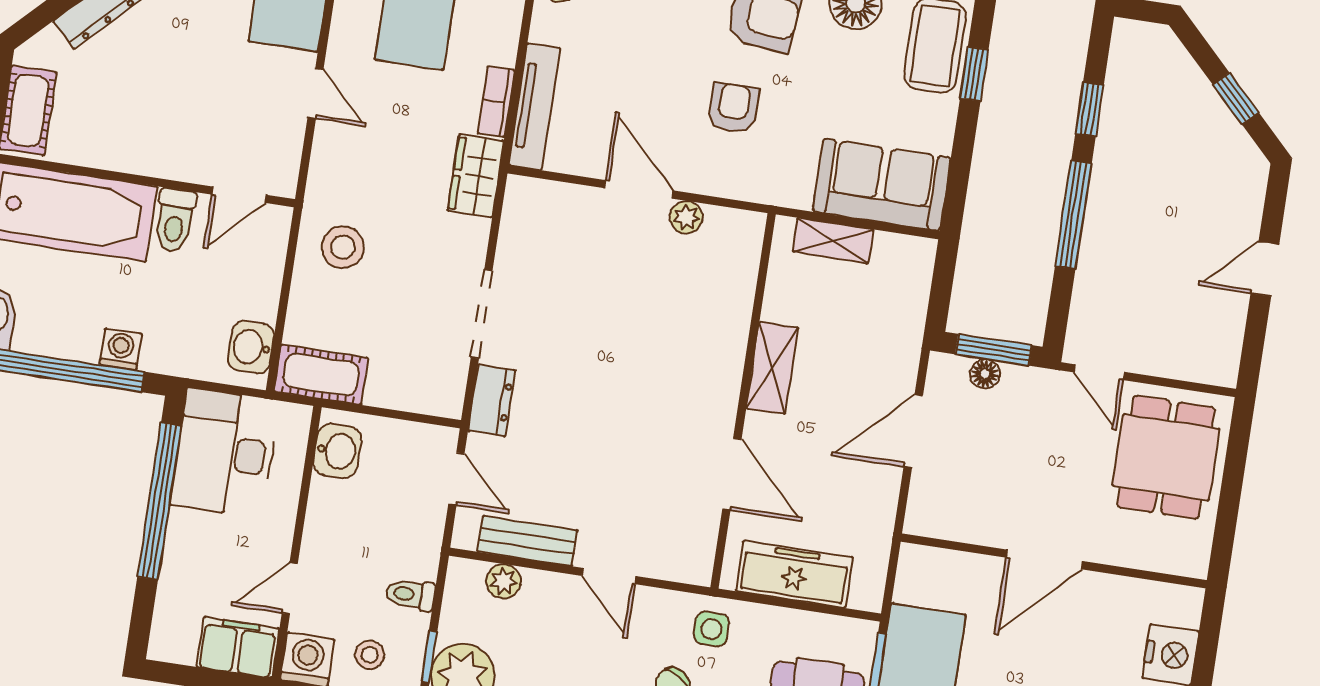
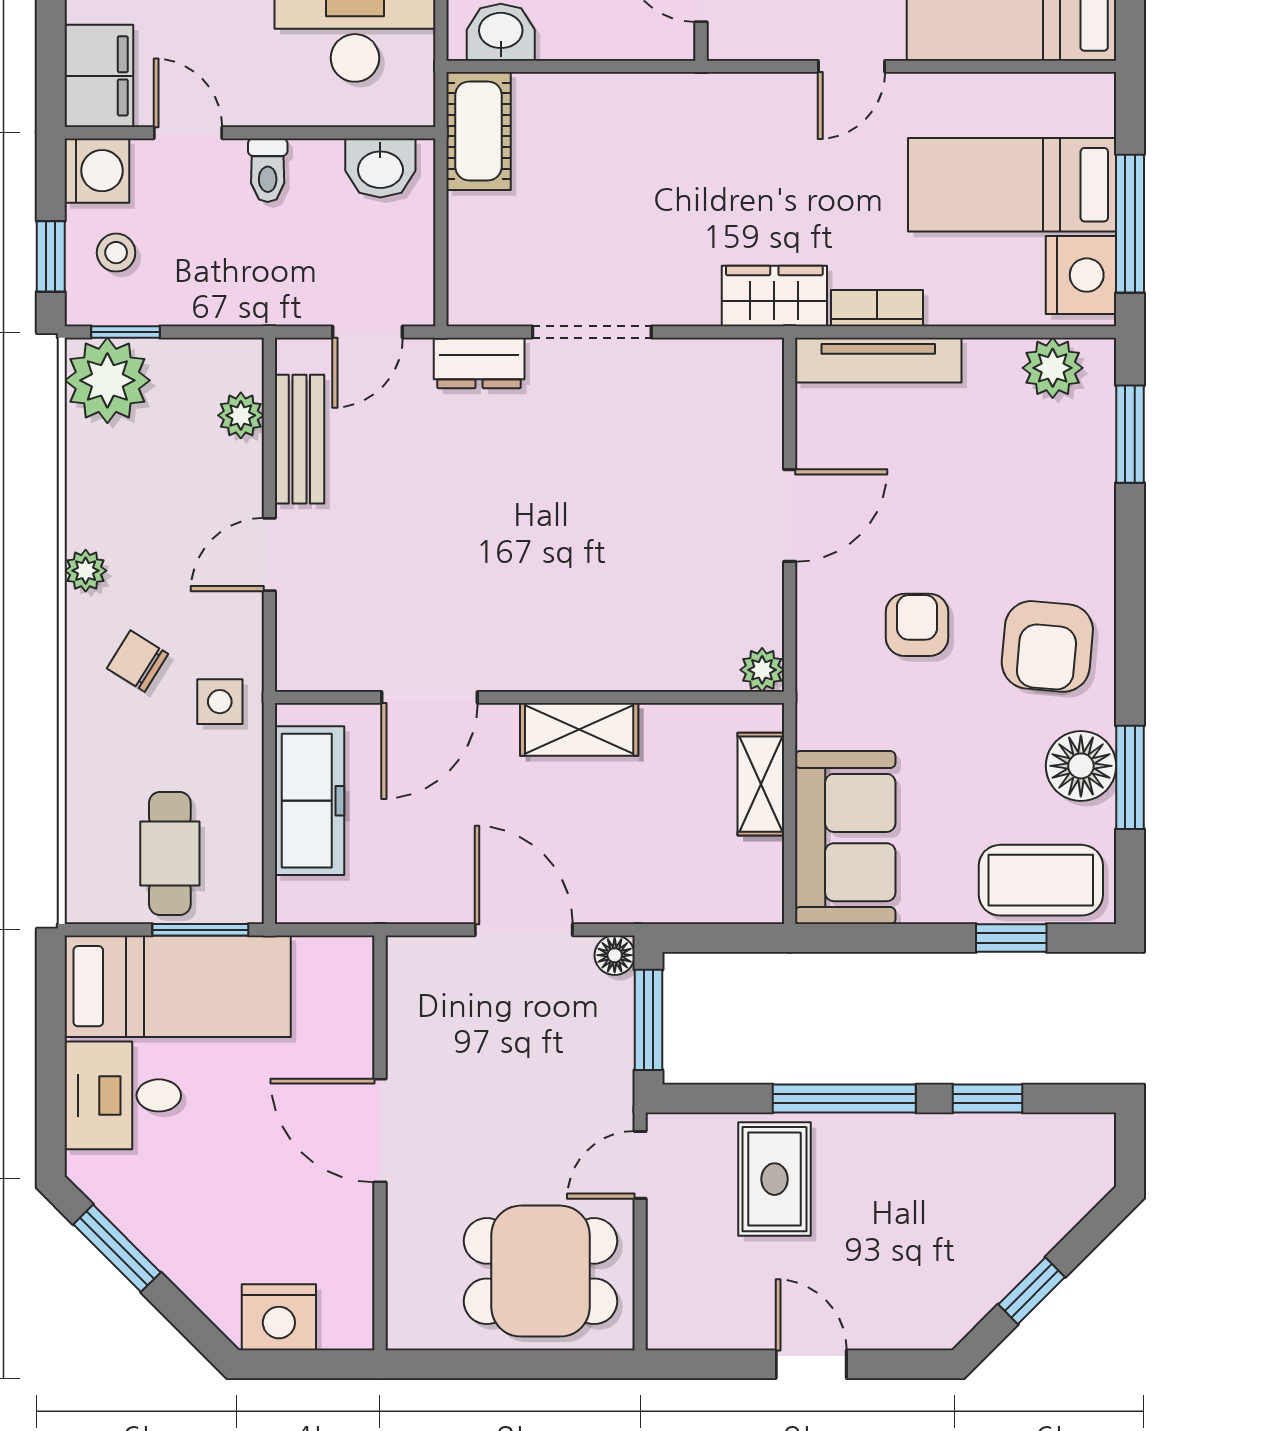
armchair: (733, 108) -> (917, 625), turned -90
plant: (686, 217) -> (762, 670), moved
stool: (343, 247) -> (652, 134), removed
rug: (1125, 275) -> (774, 1179), added
floor lamp: (985, 374) -> (615, 955), moved
toilet: (410, 594) -> (268, 170), moved, turned 180

